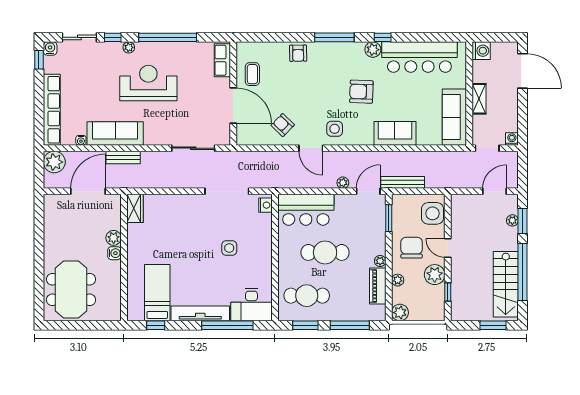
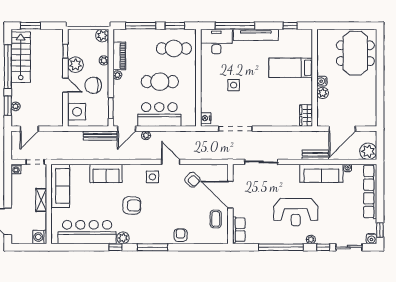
bar counter: (306, 210) -> (159, 115), moved
chair: (412, 248) -> (93, 85), turned 90
bed: (157, 293) -> (291, 68), moved, turned 90

